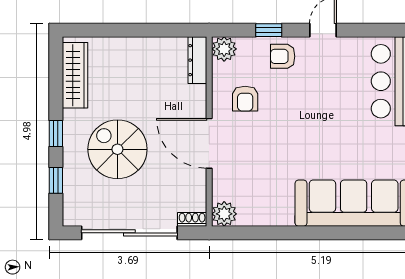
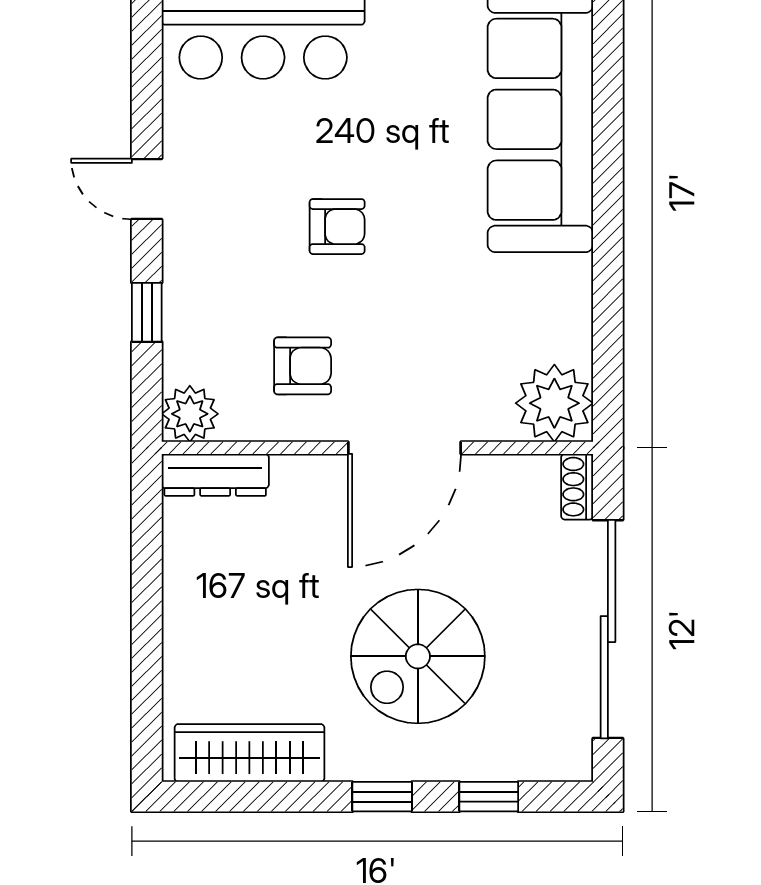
armchair: (283, 56) -> (337, 227), moved, turned -90
plant: (224, 214) -> (554, 403), width x1.36, depth x1.36

